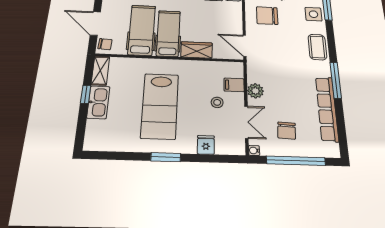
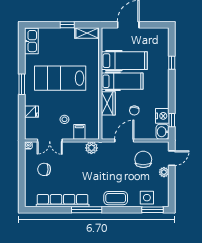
chair: (105, 44) -> (134, 110), moved
door: (245, 46) -> (124, 140), moved
plant: (255, 91) -> (91, 148), moved
kitchen sink: (98, 102) -> (31, 41), moved, turned -90
window: (296, 161) -> (22, 175), removed

